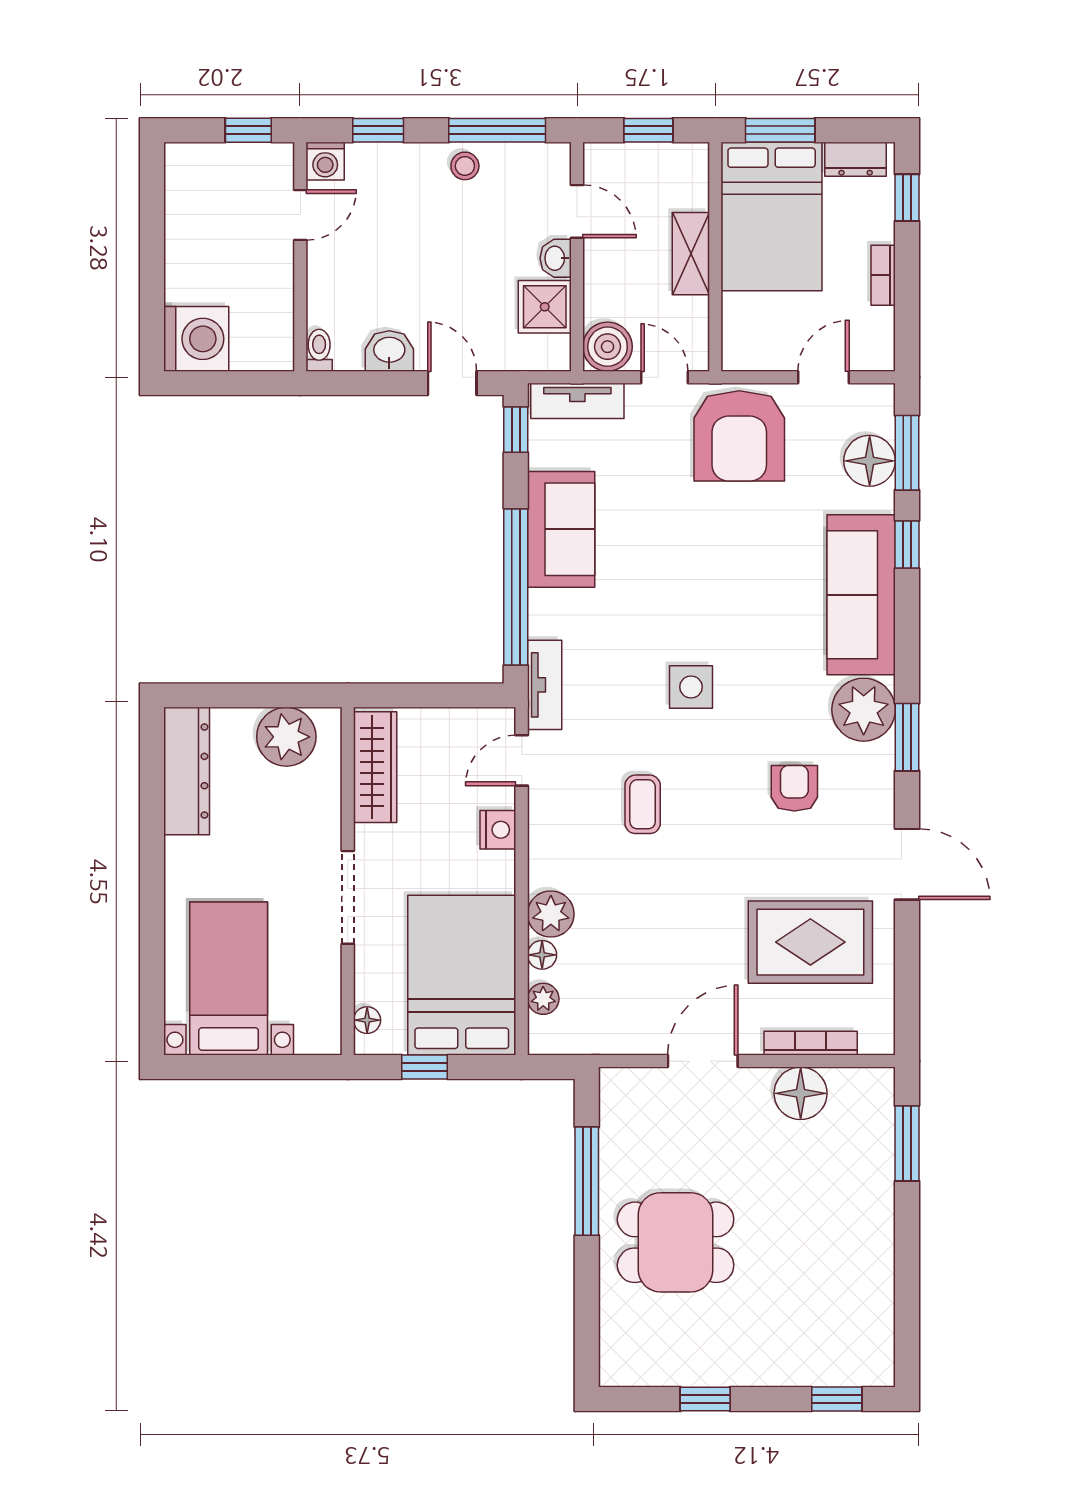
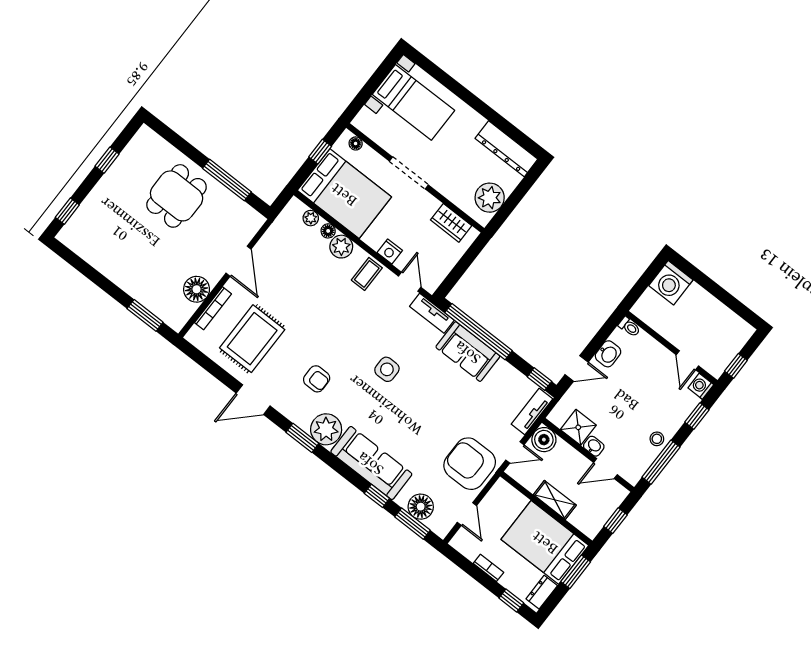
sofa: (561, 529) -> (468, 352), moved
wardrobe: (375, 767) -> (451, 223), width x0.67
coffee table: (643, 804) -> (367, 274), moved, turned 90

